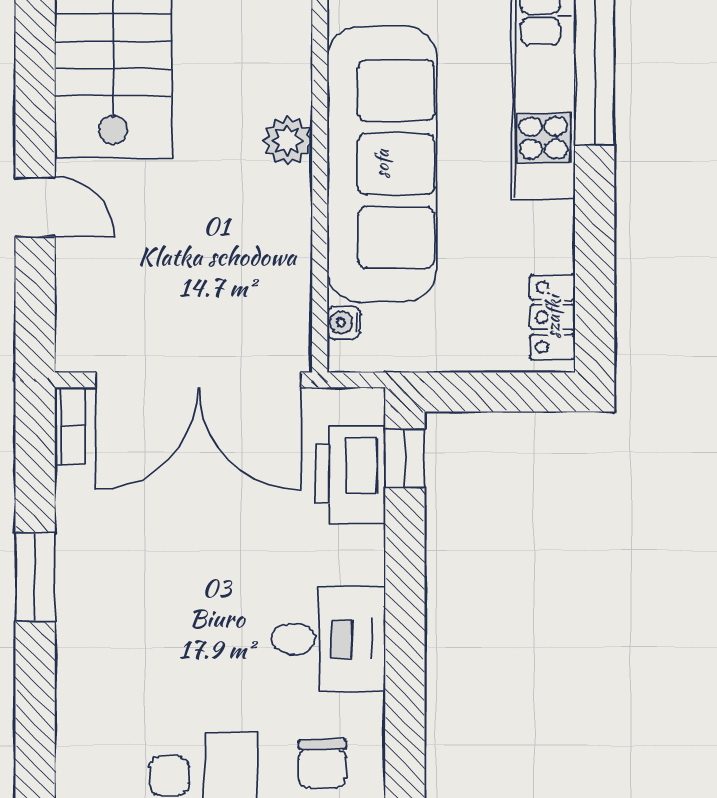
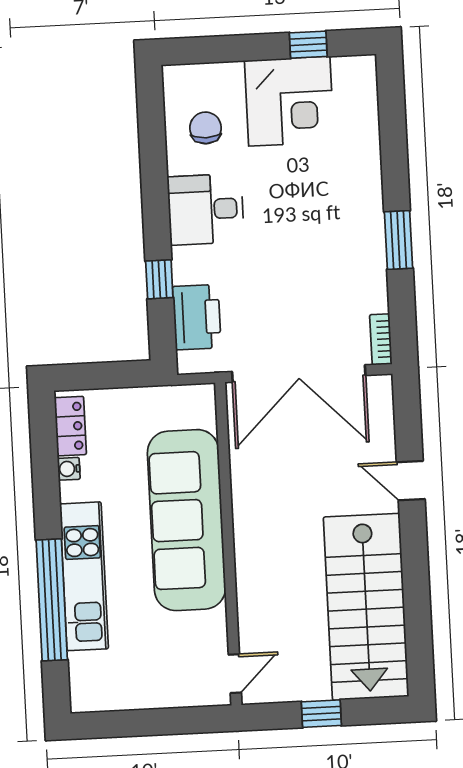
plant: (287, 141) -> (249, 532), removed
water cooler: (344, 323) -> (69, 469), moved, turned 180
double door: (198, 380) -> (299, 374), swing flipped
window: (405, 458) -> (159, 279), moved

